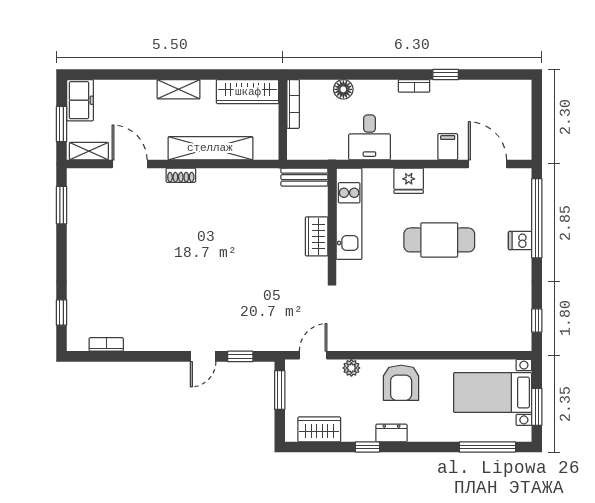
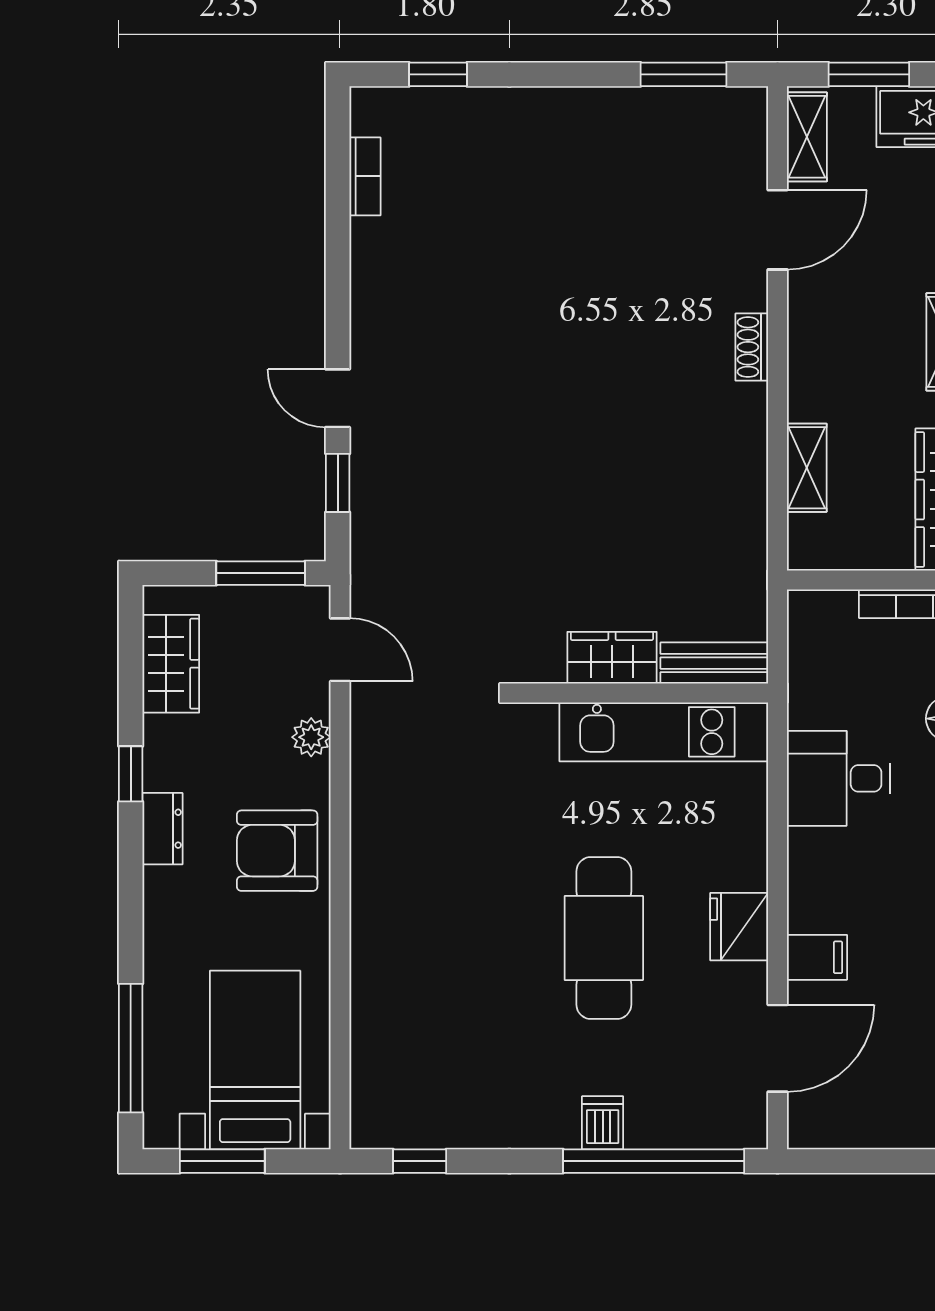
shelving: (210, 148) -> (807, 468), width x0.45, depth x0.75
bench: (304, 177) -> (714, 663), moved, turned 90
fridge: (409, 181) -> (739, 927), moved

